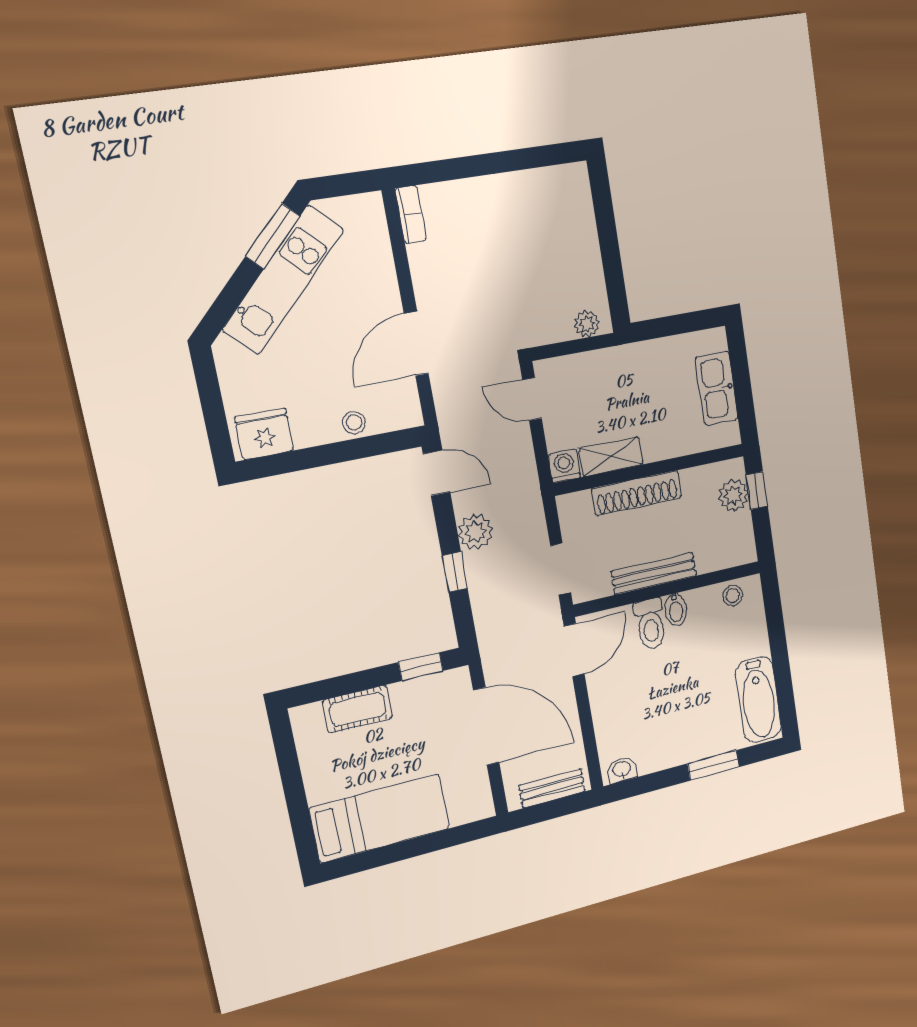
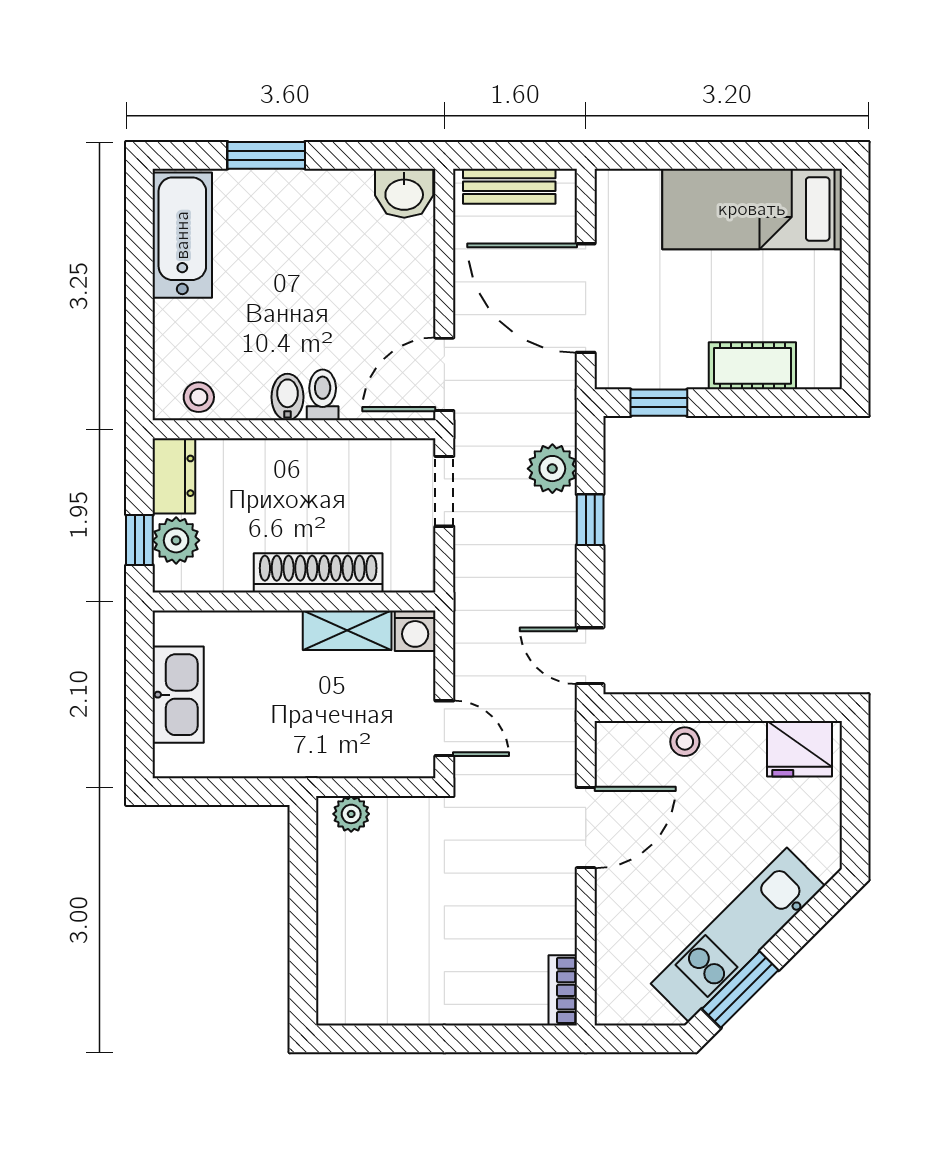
plant: (476, 532) -> (552, 469), moved
dresser: (741, 539) -> (174, 476), added
bench: (654, 573) -> (311, 455), removed
toilet: (650, 624) -> (323, 395), width x0.73, depth x0.72
washbasin: (622, 770) -> (404, 193), width x1.38, depth x1.45

